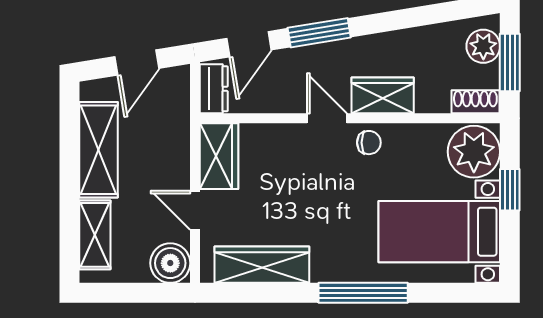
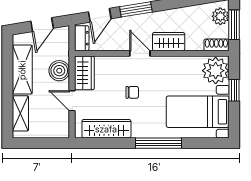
chair: (369, 143) -> (132, 92), moved
boiler: (170, 263) -> (59, 71), moved

